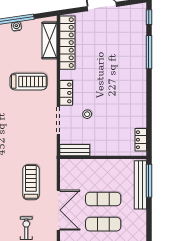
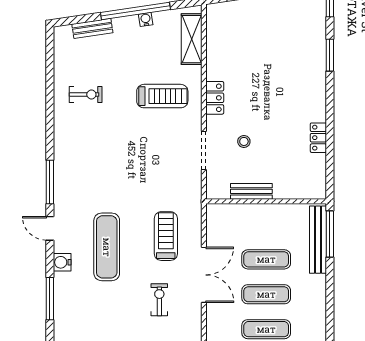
locker: (67, 43) -> (216, 42), removed
window: (149, 52) -> (330, 55), width x0.69
locker: (66, 93) -> (215, 98), moved
locker: (141, 140) -> (318, 138), moved
bench: (75, 150) -> (251, 191), moved

